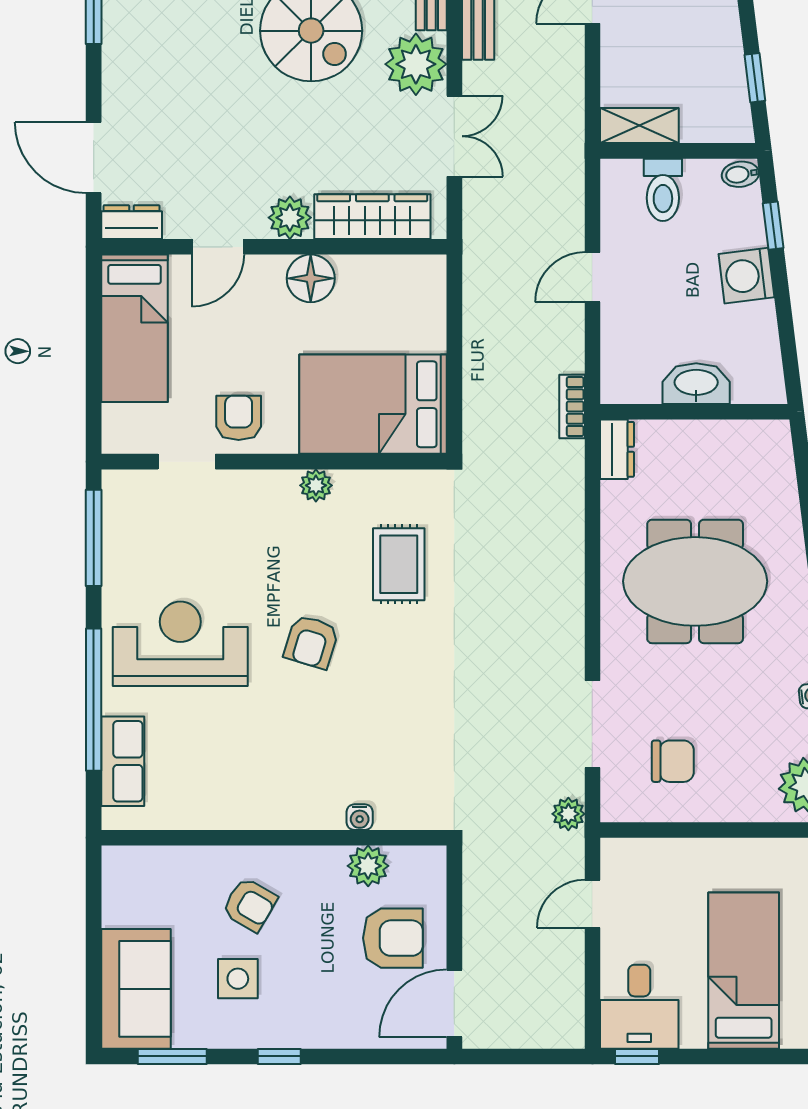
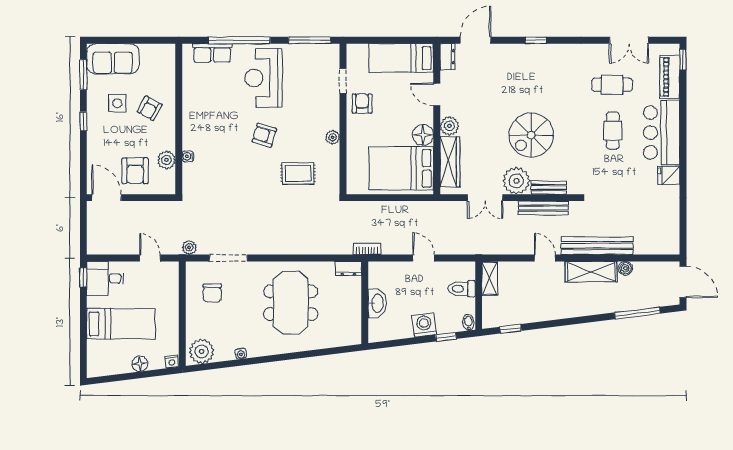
bed: (373, 404) -> (401, 168), moved, turned -90
armchair: (239, 418) -> (362, 103), turned -90
reception desk: (180, 644) -> (263, 78), turned 180

